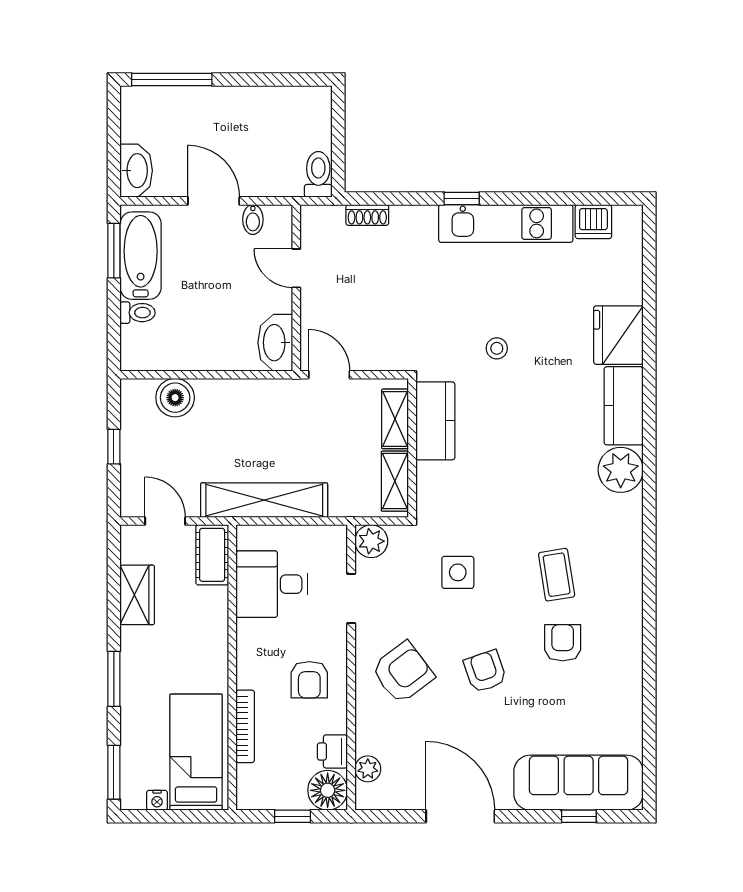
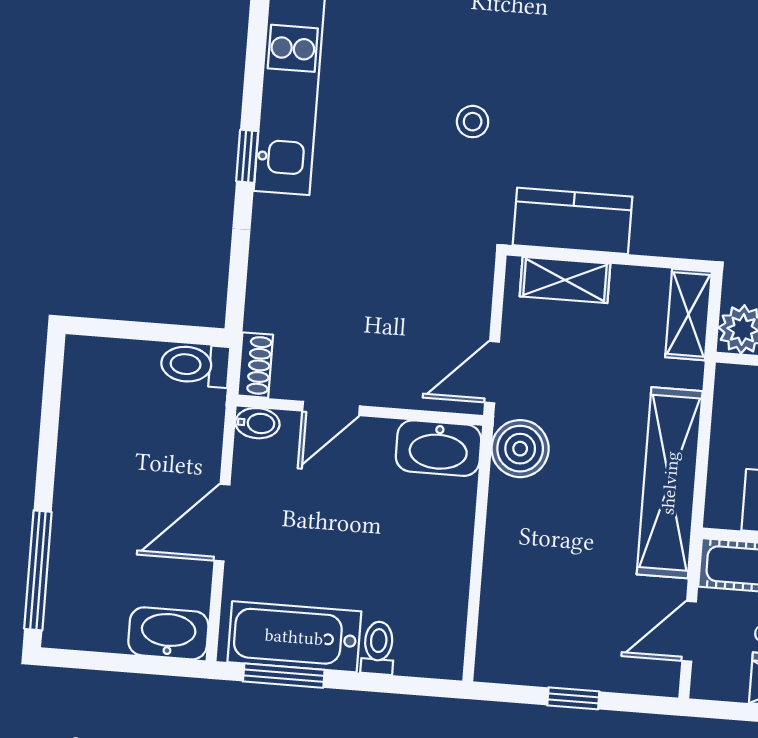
shoe rack: (367, 215) -> (255, 365), moved
bidet: (253, 219) -> (257, 423), moved
boiler: (175, 398) -> (520, 449), moved
shelving: (395, 481) -> (688, 314), moved, turned 90

